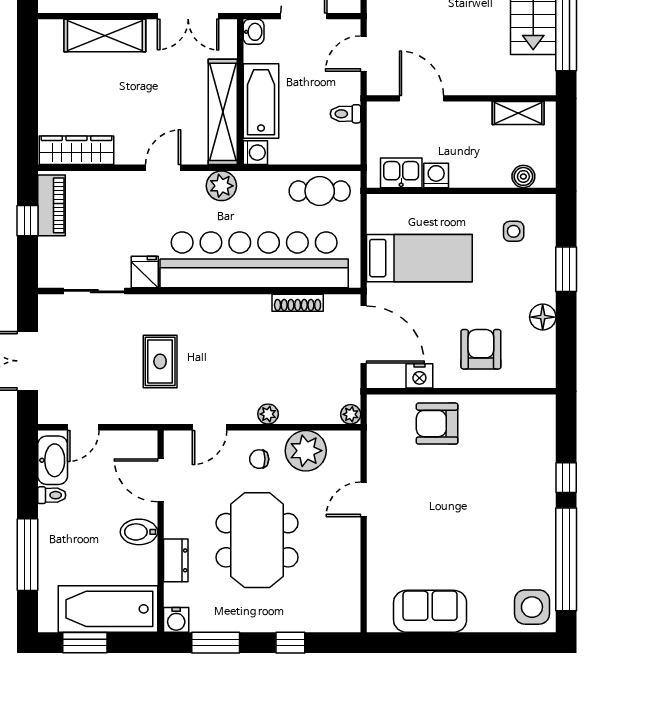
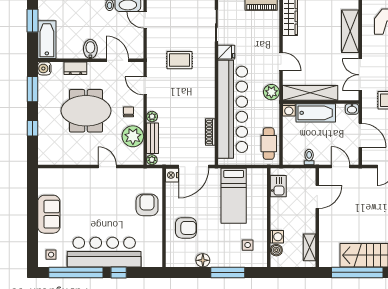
washing machine: (436, 175) -> (277, 237), moved
window: (566, 269) -> (228, 272), width x1.44
nightstand: (419, 376) -> (172, 175), moved
bench: (310, 413) -> (153, 138), added
door: (161, 480) -> (117, 60), hinge flipped
bar counter: (527, 506) -> (104, 252), added
side table: (532, 607) -> (51, 255), width x0.54, depth x0.54
bathtub: (108, 609) -> (47, 40), width x0.73, depth x0.73
sofa: (430, 611) -> (49, 214), moved

